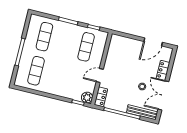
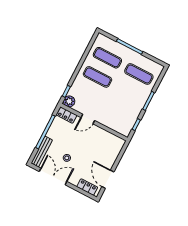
exercise mat: (86, 47) -> (97, 77), moved
locker: (163, 70) -> (87, 187), moved
door: (100, 75) -> (88, 119), swing flipped

